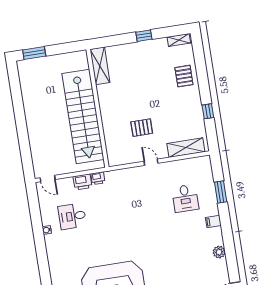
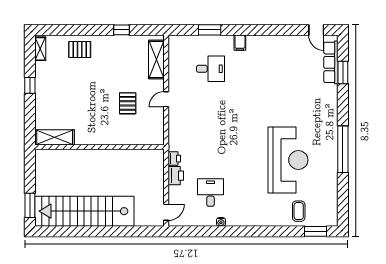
stairs: (83, 116) -> (84, 211), moved, turned 180
desk: (72, 216) -> (210, 193), turned 180
plant: (219, 252) -> (274, 42), removed

